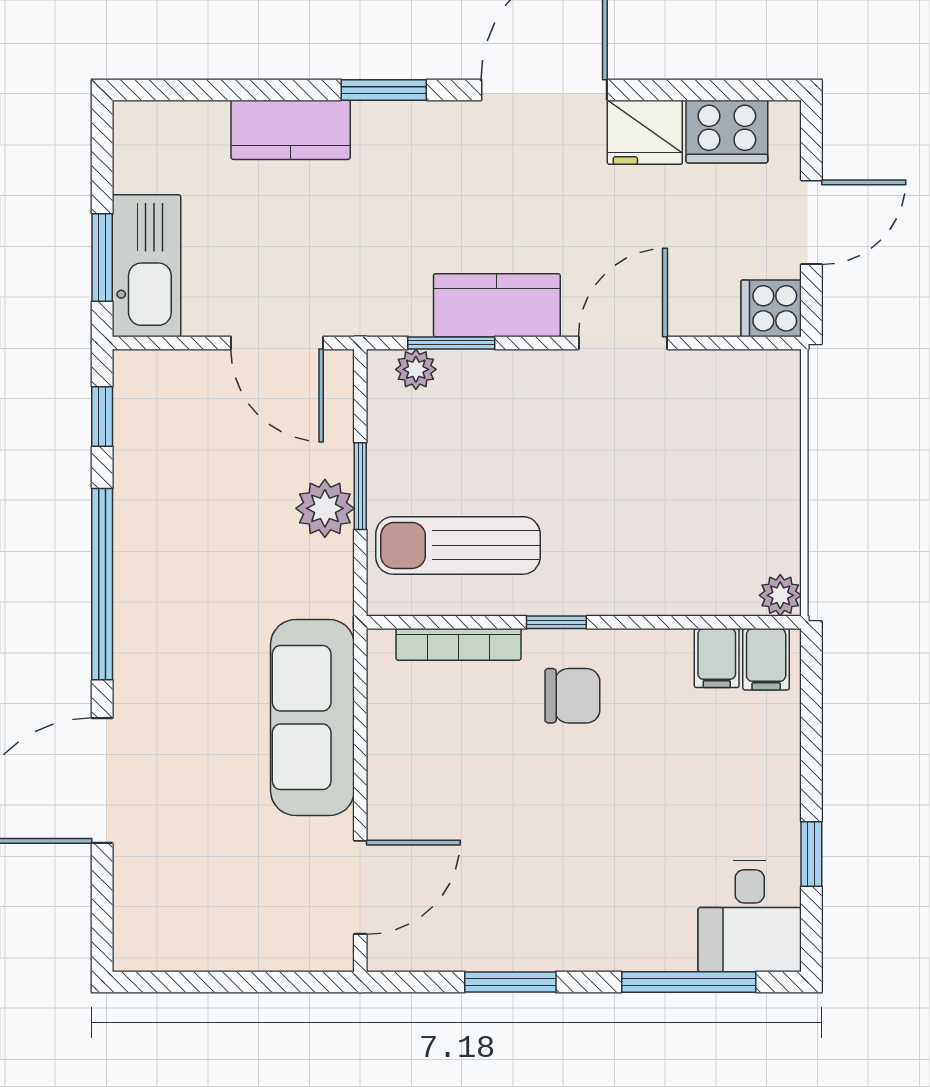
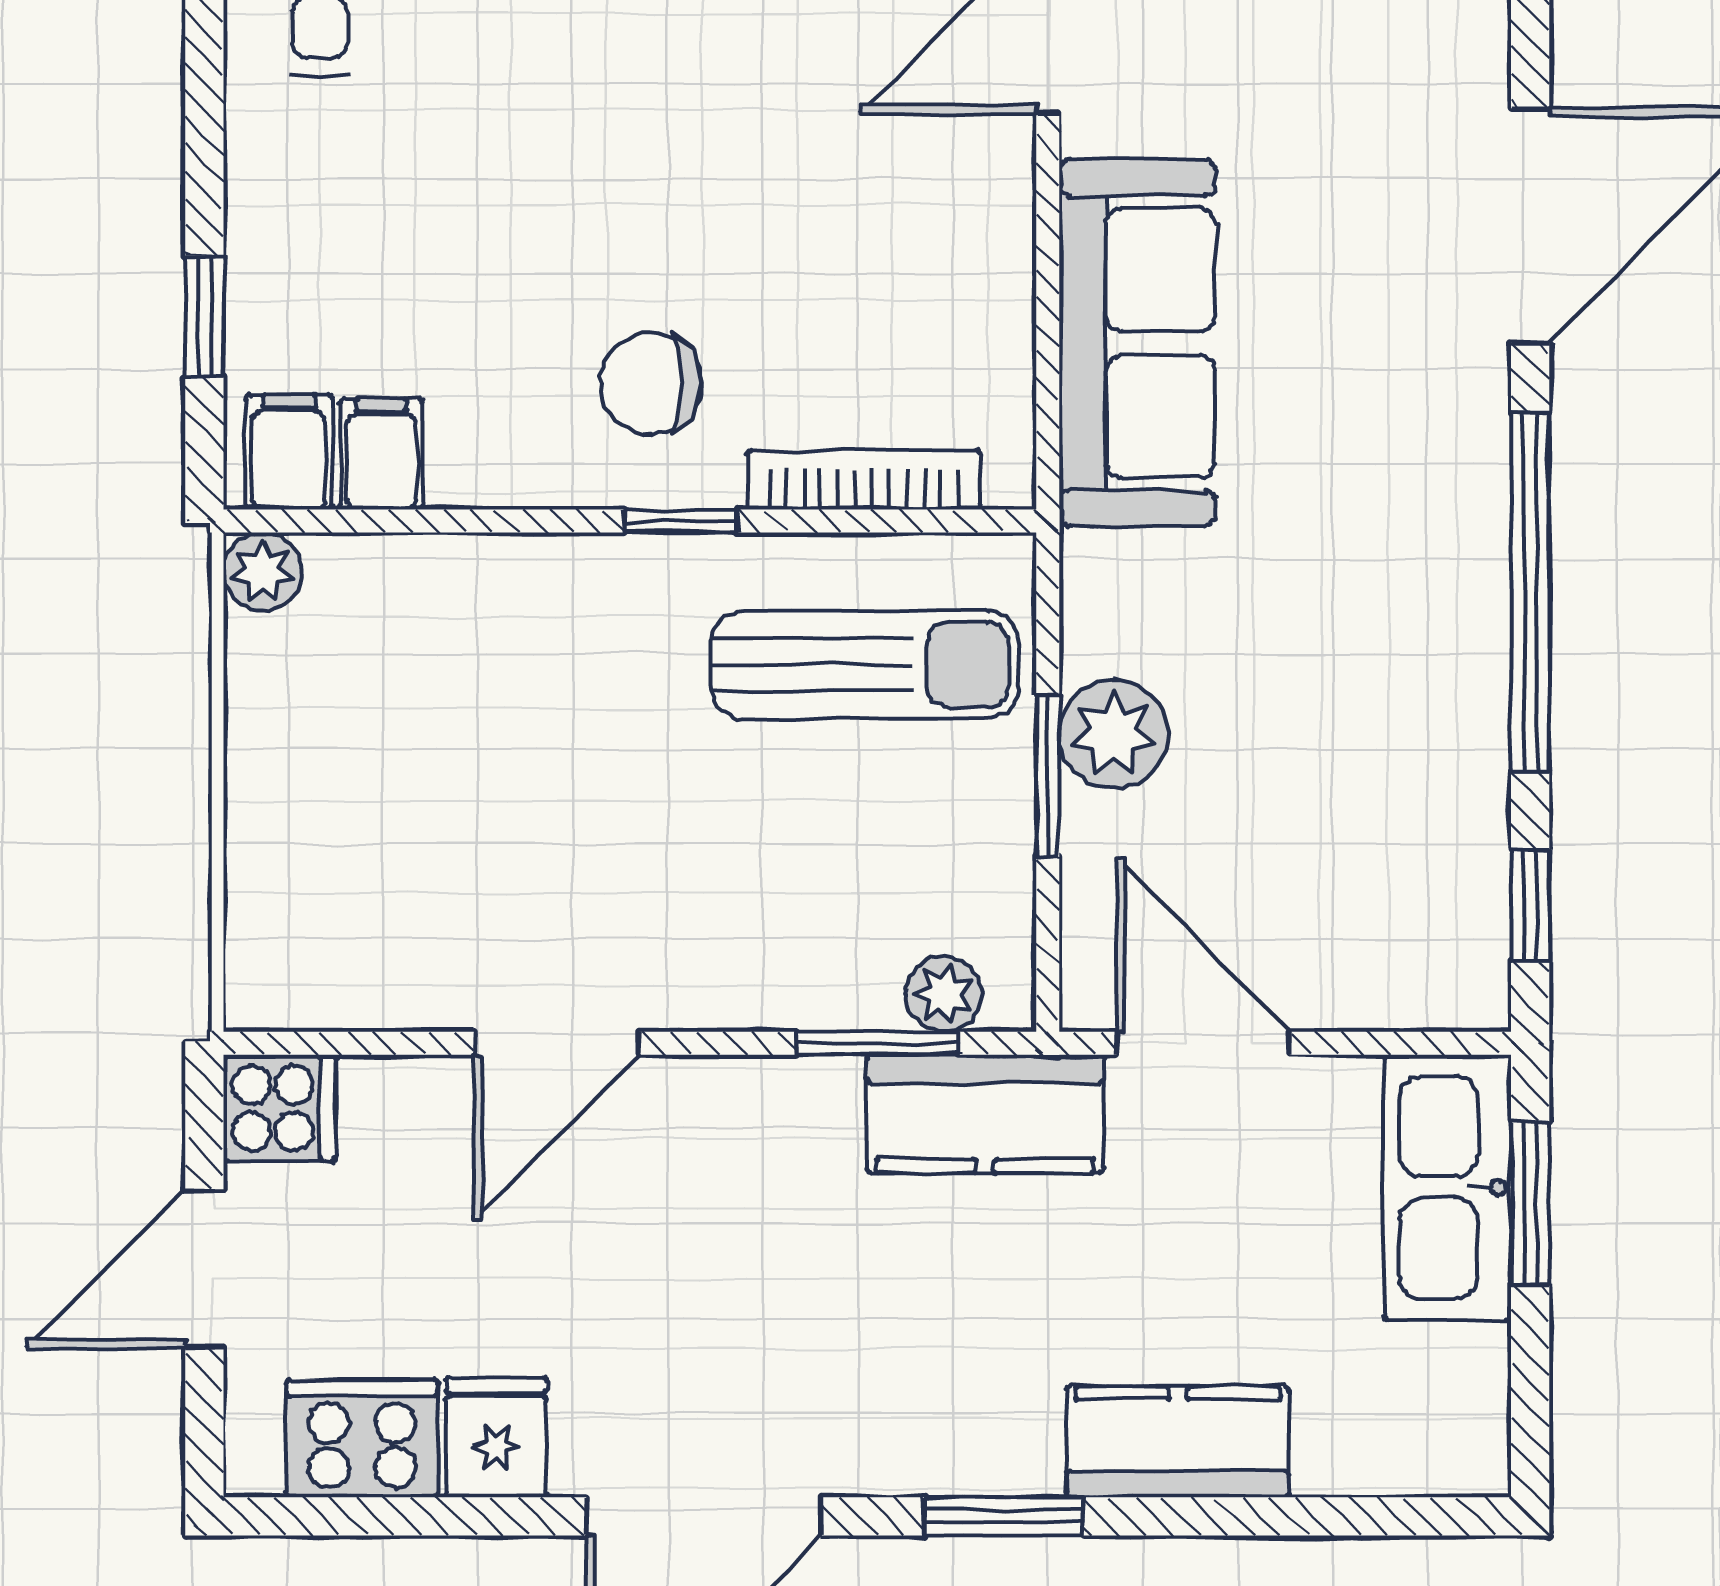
fridge: (645, 132) -> (496, 1437), width x0.72
kitchen counter: (497, 305) -> (985, 1114), moved
window: (811, 854) -> (204, 316), moved

